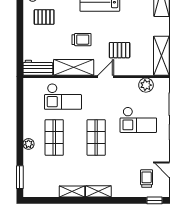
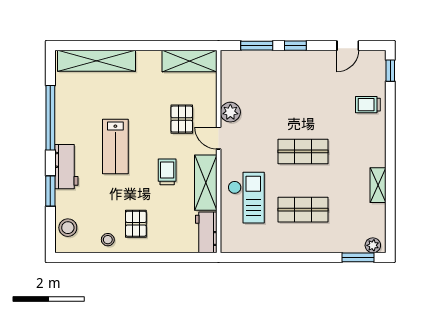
plant: (146, 85) -> (230, 112), moved
checkout: (138, 120) -> (278, 93), removed
plant: (29, 144) -> (373, 245), moved
trolley: (147, 179) -> (368, 105), moved
shelving: (98, 191) -> (378, 149), removed

